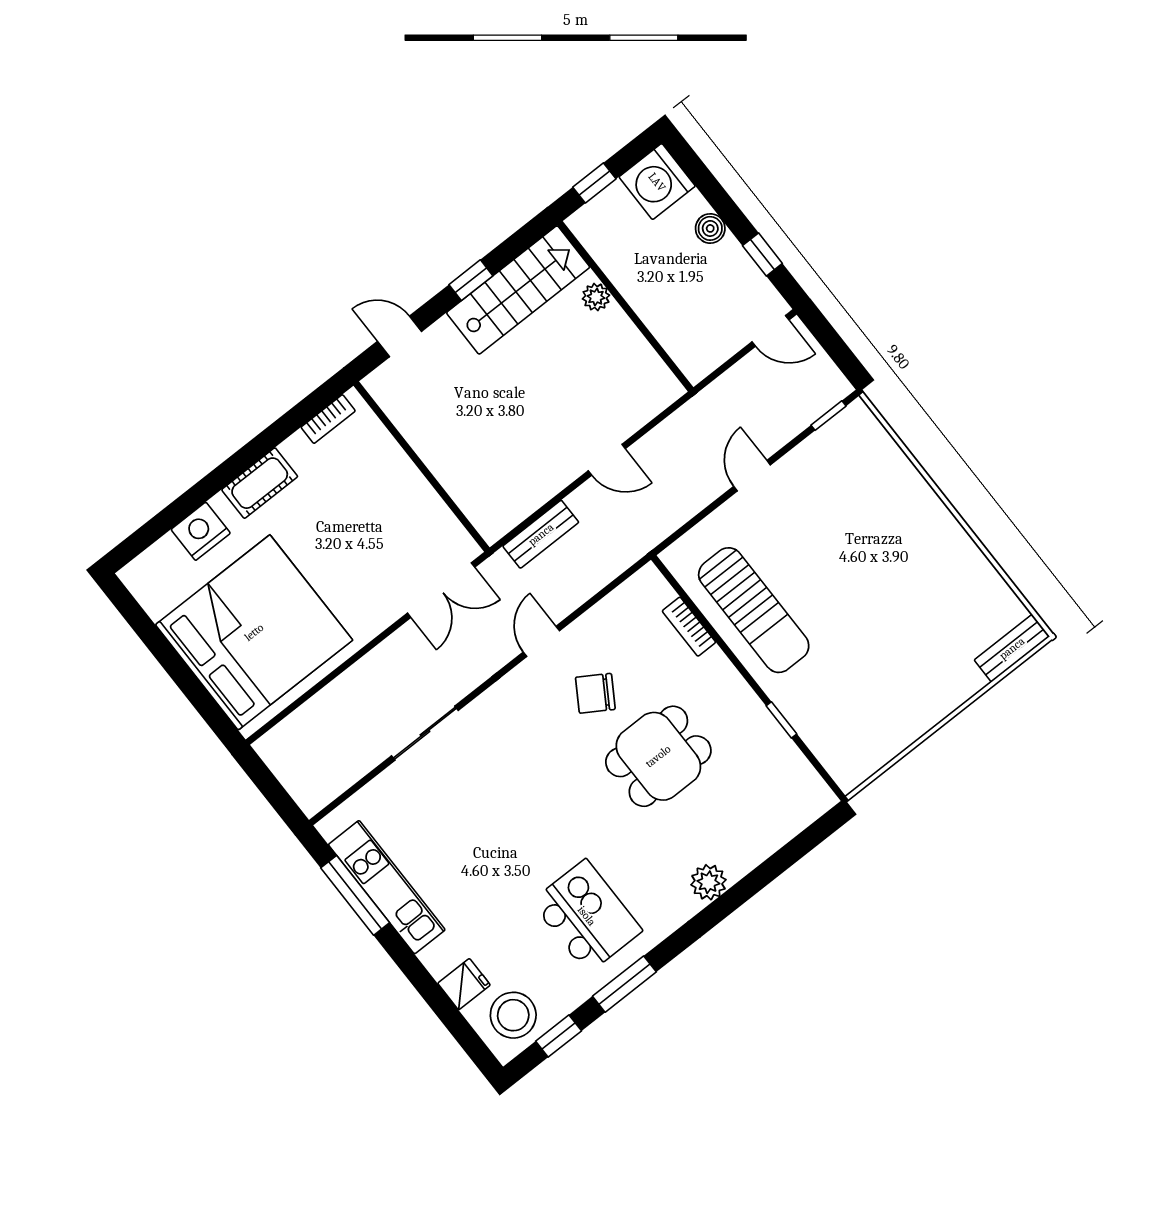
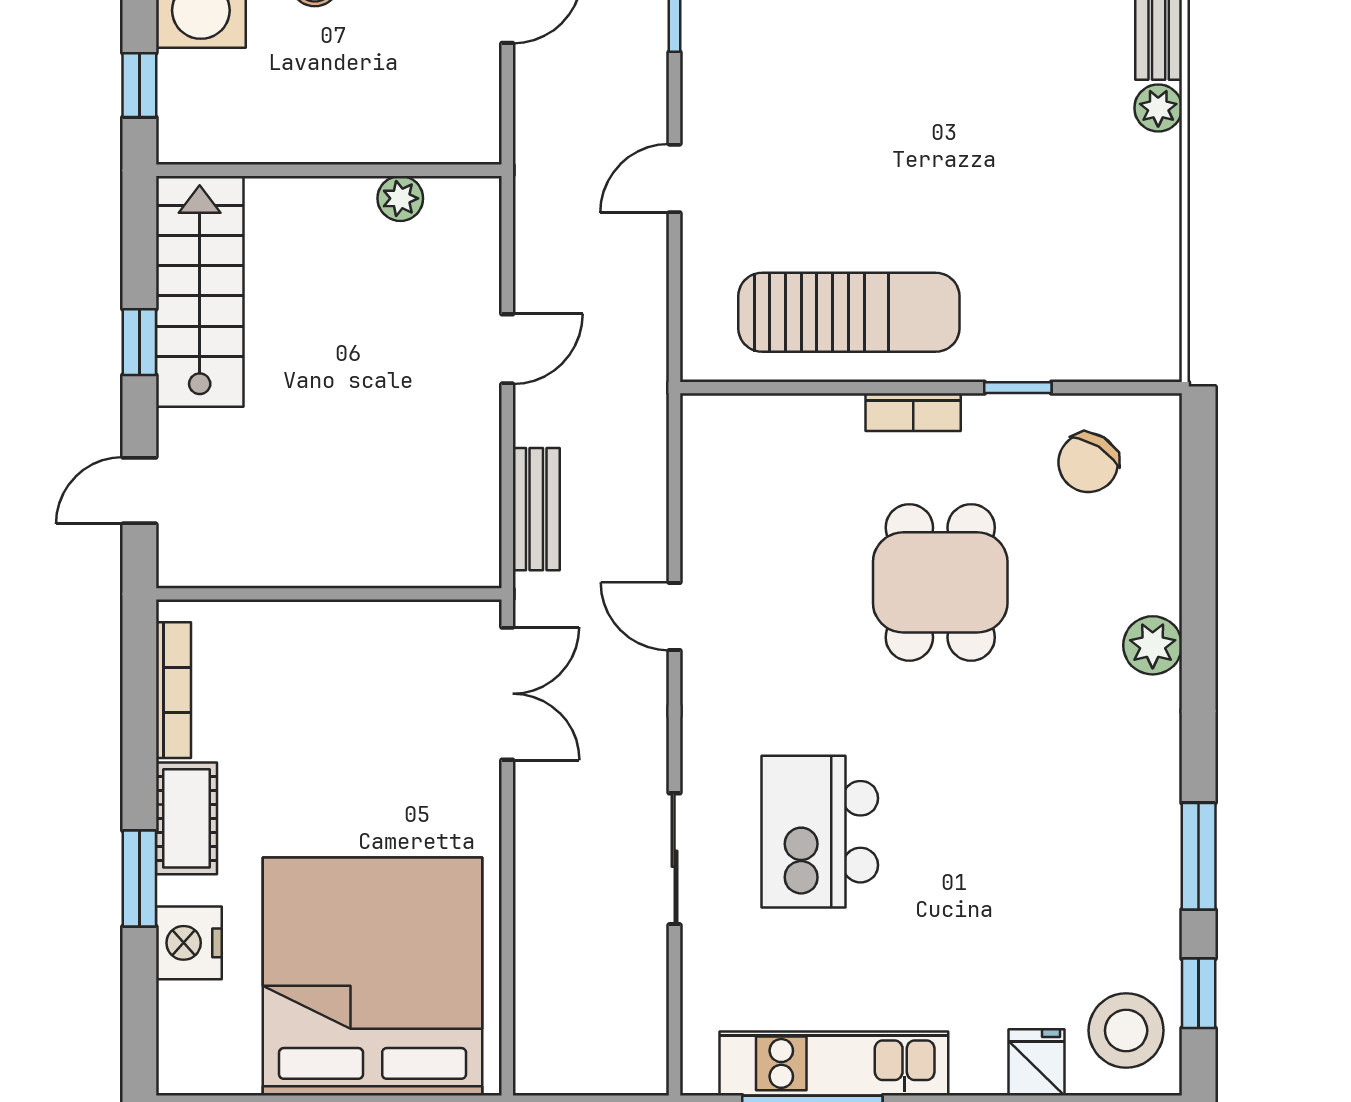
plant: (596, 297) -> (400, 198), moved
bookcase: (328, 419) -> (173, 690), width x1.56
door: (752, 476) -> (675, 178), hinge flipped
window: (213, 483) -> (139, 878), added
bookcase: (689, 627) -> (913, 412), moved
plant: (969, 682) -> (1158, 108), added
chair: (595, 693) -> (1088, 463), moved
kitchen island: (587, 916) -> (820, 832), moved, turned -90

